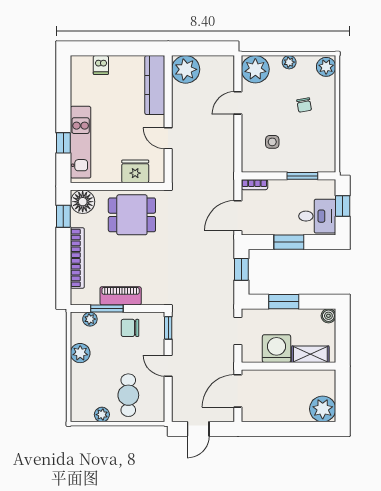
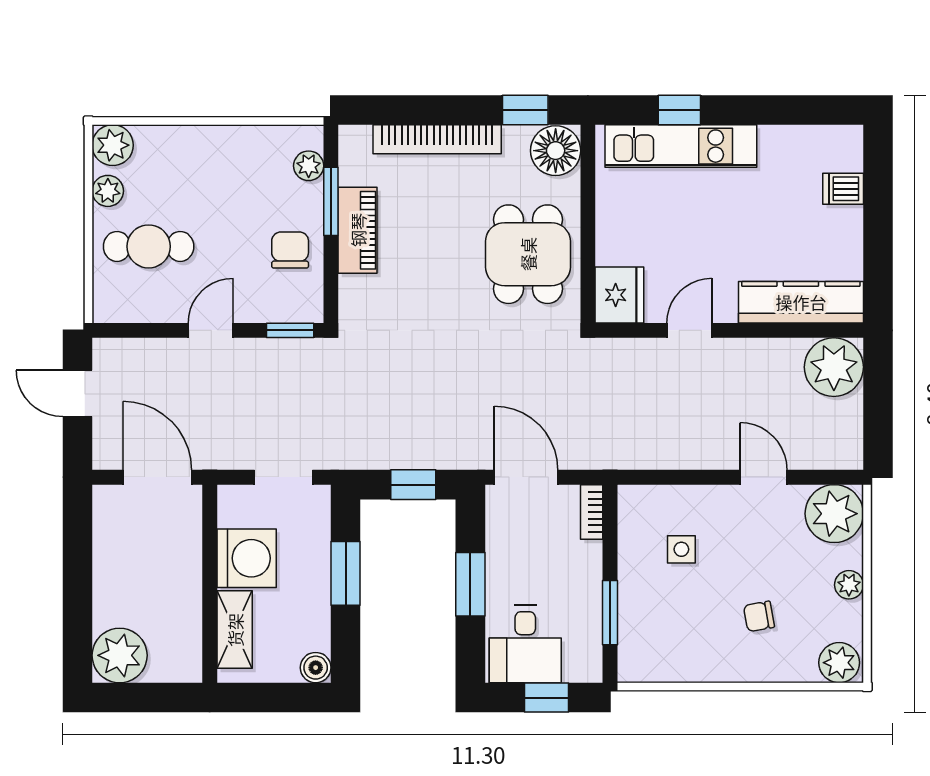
fridge: (135, 171) -> (619, 295), moved
plant: (80, 353) -> (113, 145), moved

